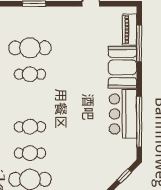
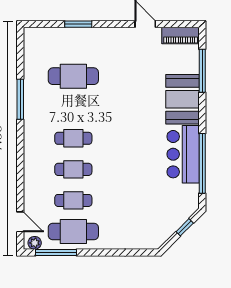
piano: (129, 30) -> (181, 36), moved, turned -90
cafe table: (30, 74) -> (73, 138), moved

